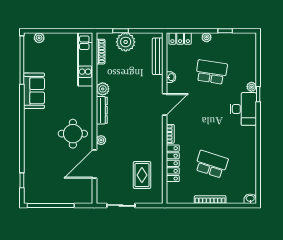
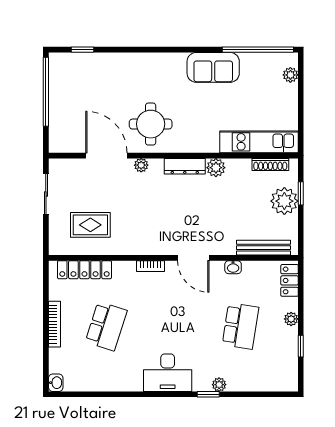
desk: (243, 109) -> (168, 373), moved
locker: (173, 163) -> (84, 270), moved

